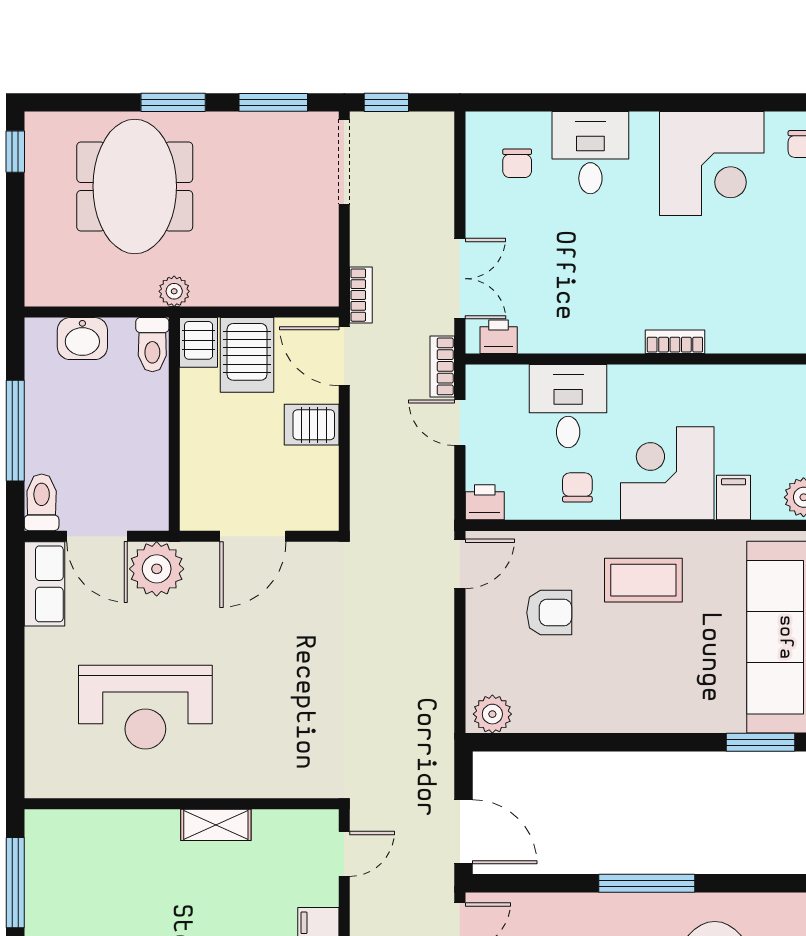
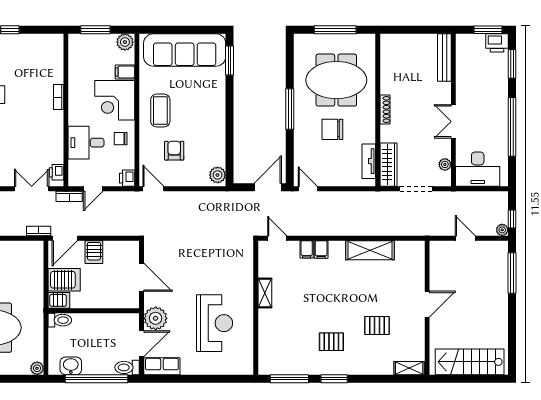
plant: (174, 291) -> (37, 368), moved
washbasin: (82, 339) -> (71, 366), moved, turned -90
window: (15, 431) -> (97, 379), width x1.46

